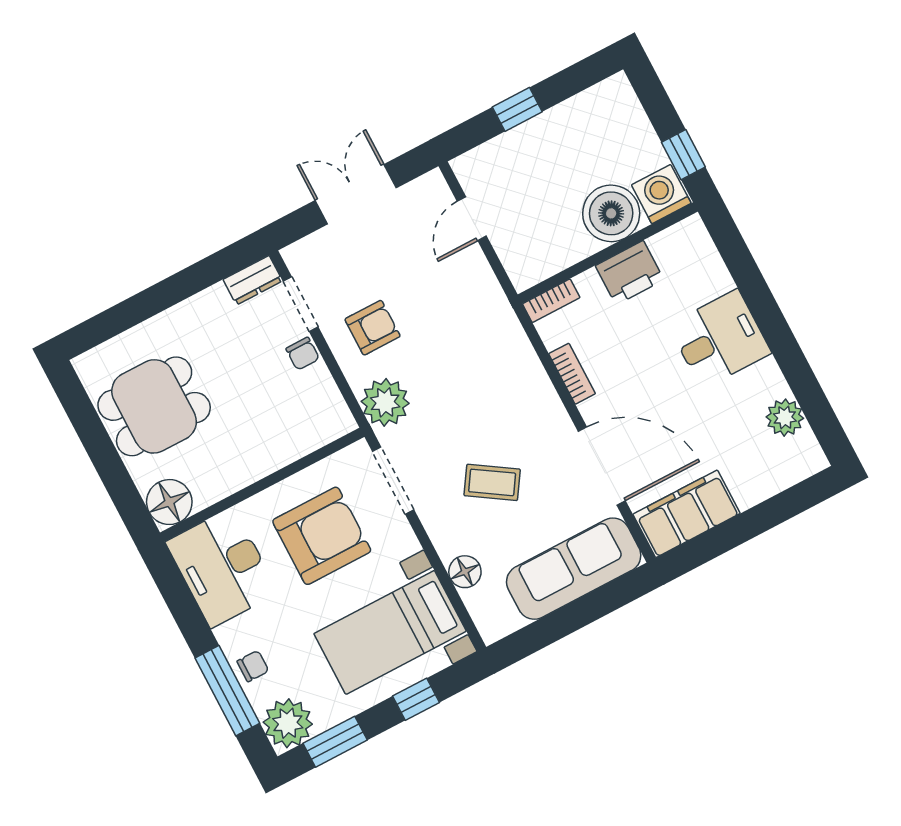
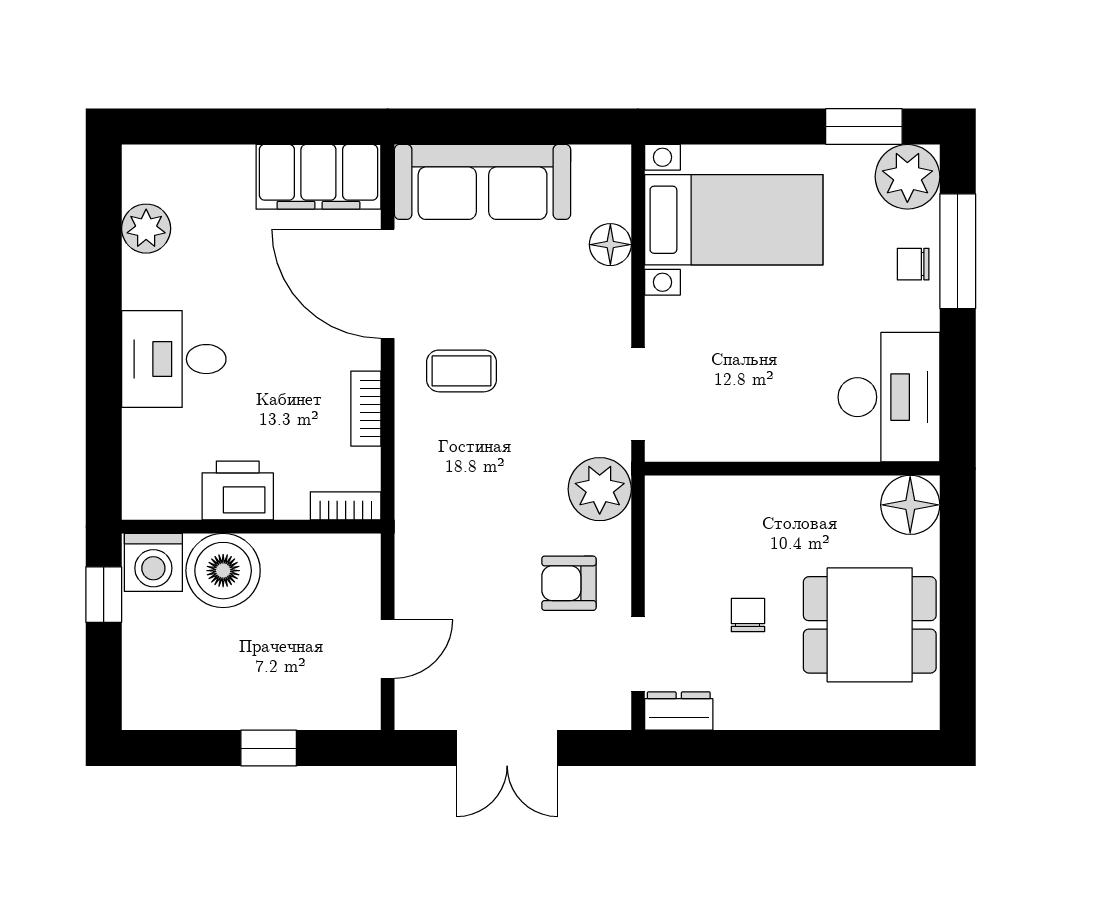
chair: (303, 354) -> (748, 615), moved
coffee table: (492, 482) -> (462, 371), moved, turned -33
armchair: (322, 536) -> (754, 373), removed
window: (416, 699) -> (745, 127), removed

